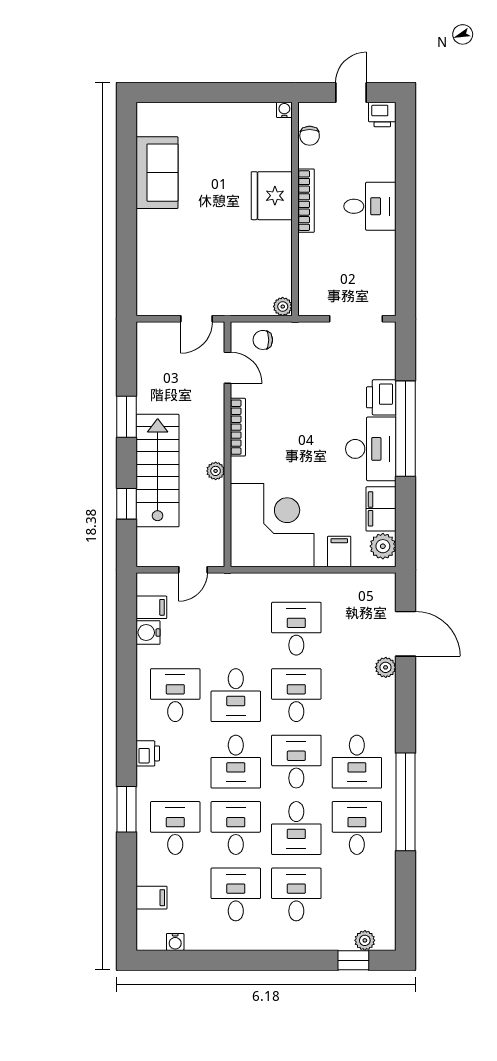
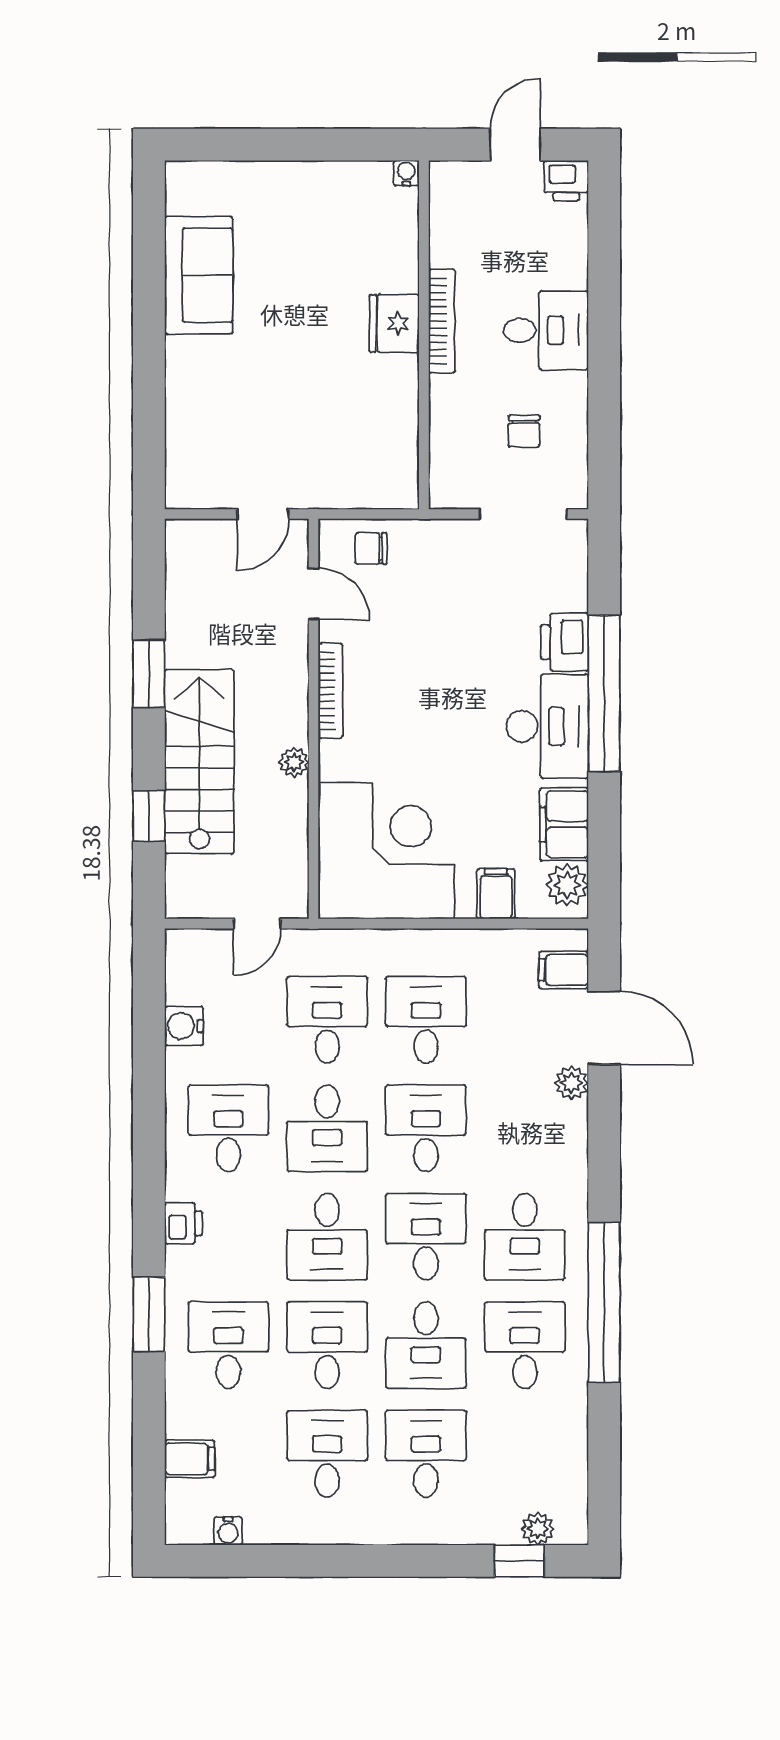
chair: (310, 136) -> (524, 431), moved
fridge: (272, 196) -> (394, 323), width x0.73, depth x0.75
plant: (283, 307) -> (404, 494), removed
filing cabinet: (151, 607) -> (564, 970), moved, turned 180
desk: (236, 629) -> (327, 1020), added

